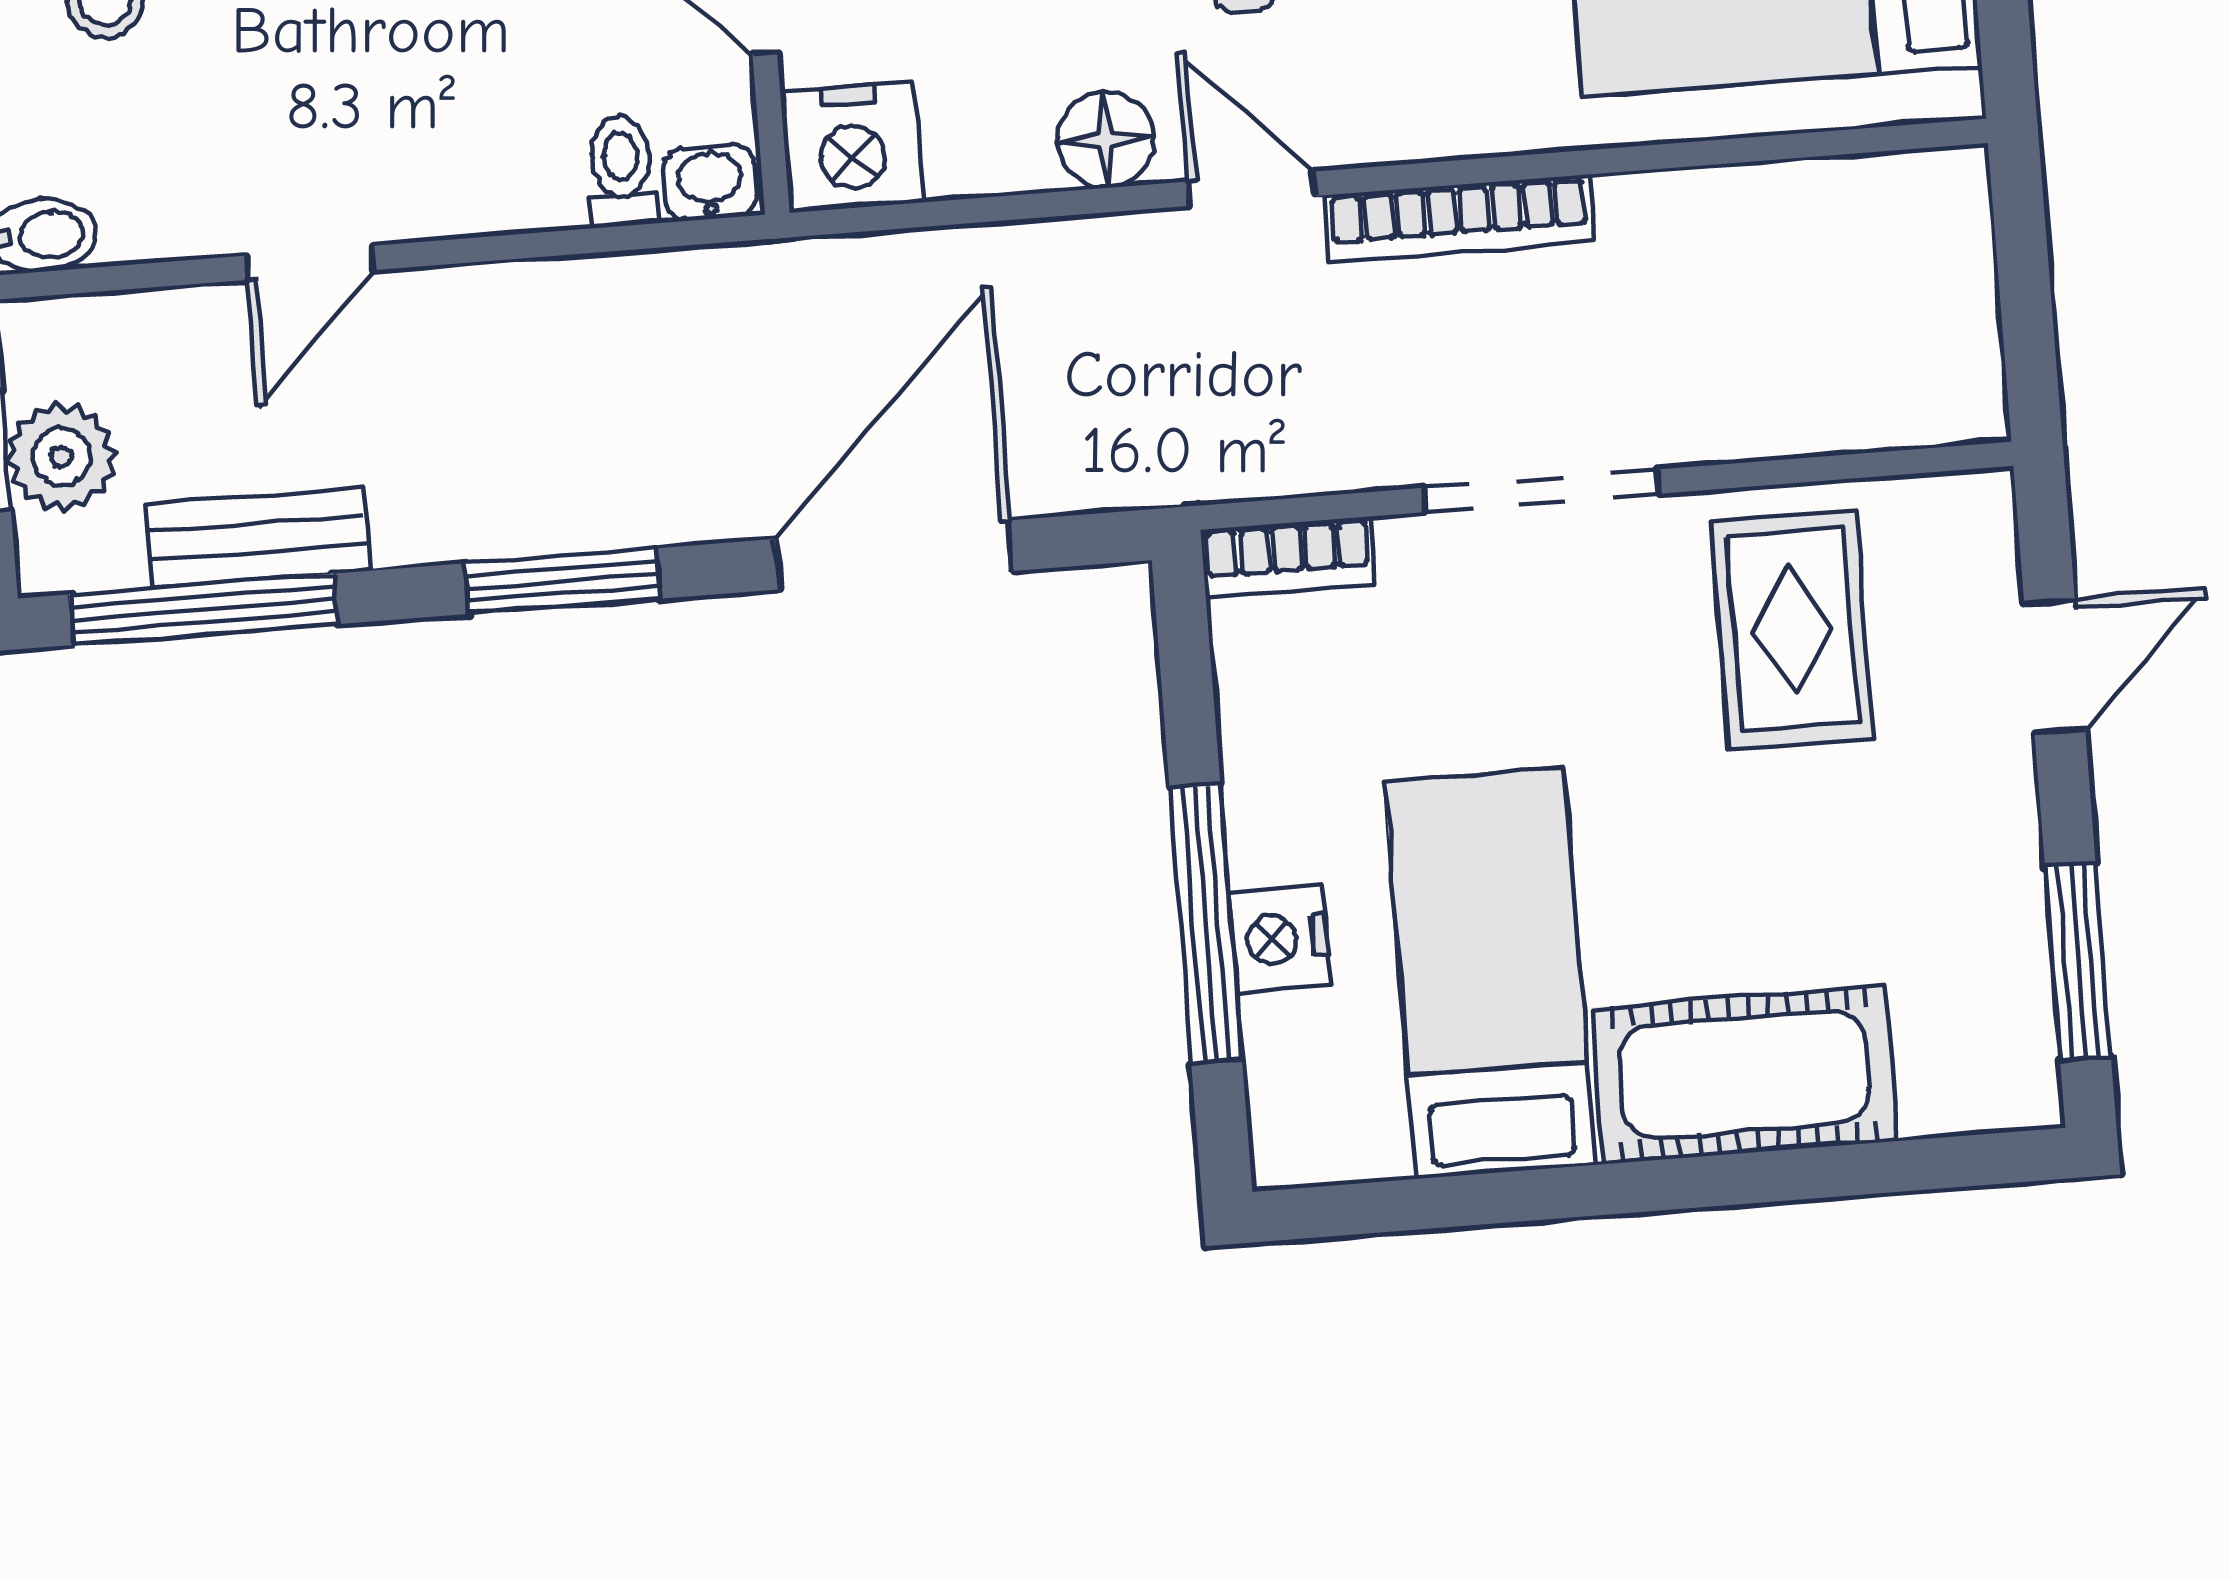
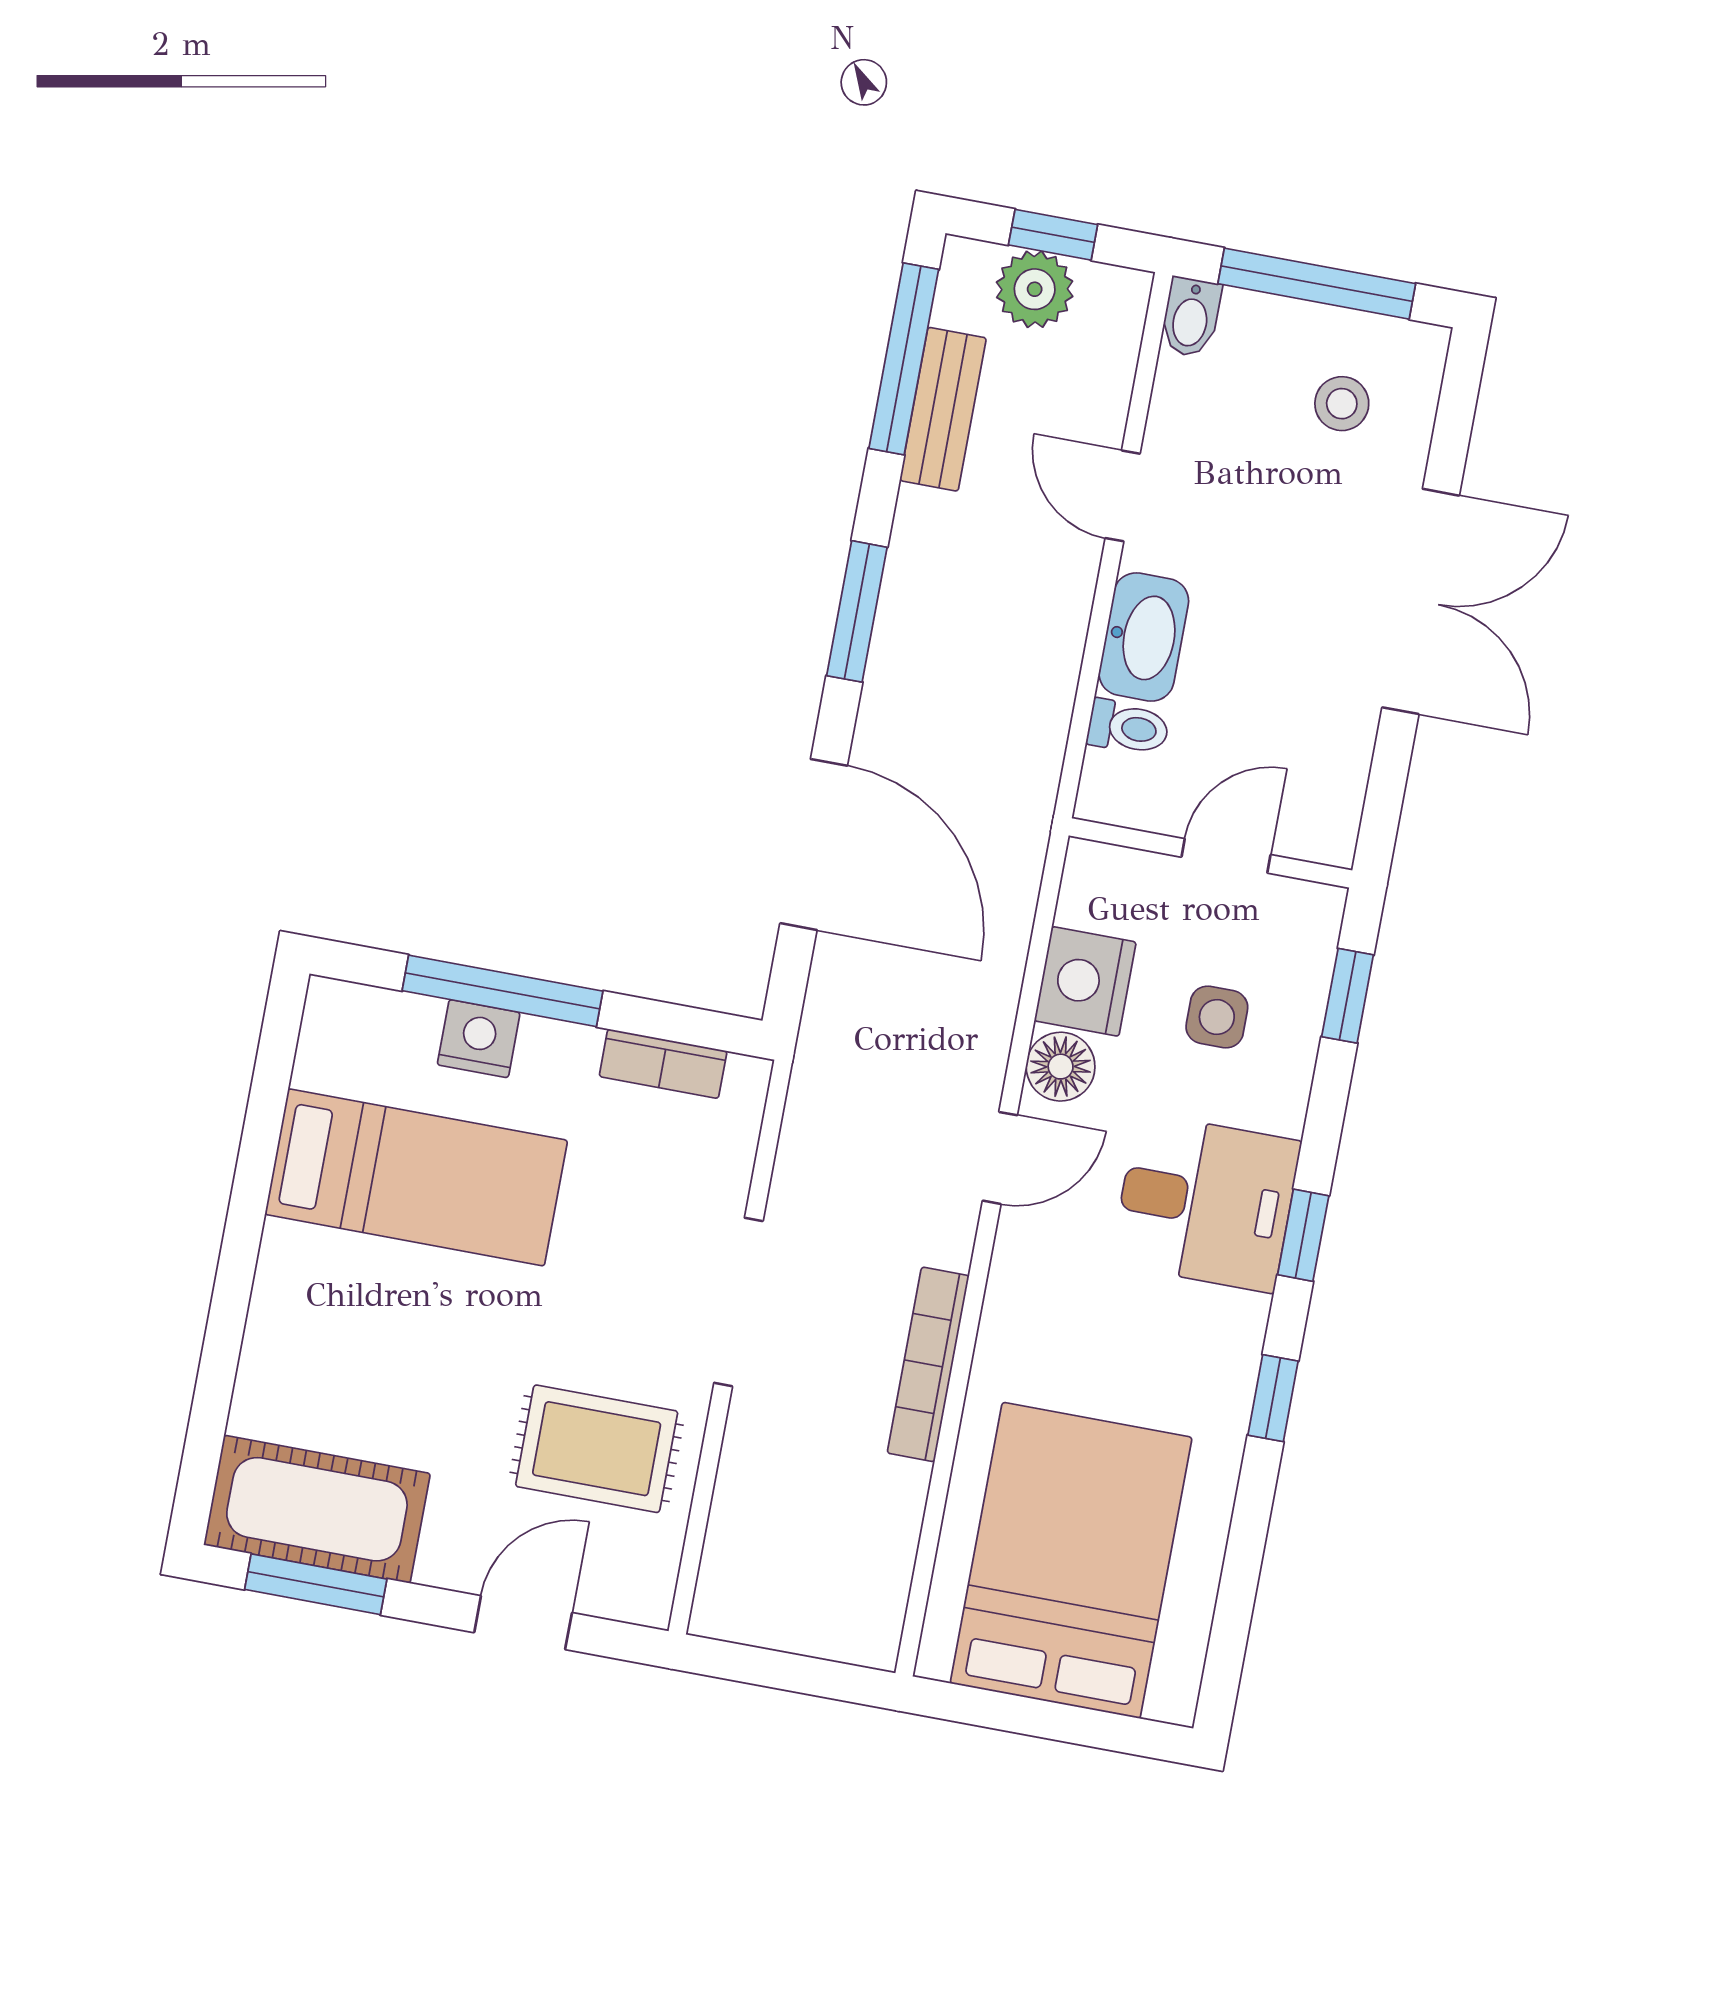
nightstand: (852, 147) -> (1085, 981), moved
washbasin: (710, 182) -> (1144, 637), moved, width x1.91, depth x1.45
bookcase: (1459, 219) -> (928, 1364), moved
bookcase: (1288, 557) -> (663, 1064), moved, turned -90
door: (2055, 666) -> (523, 1623), swing flipped
cot: (1744, 1074) -> (317, 1509), moved, turned 90

